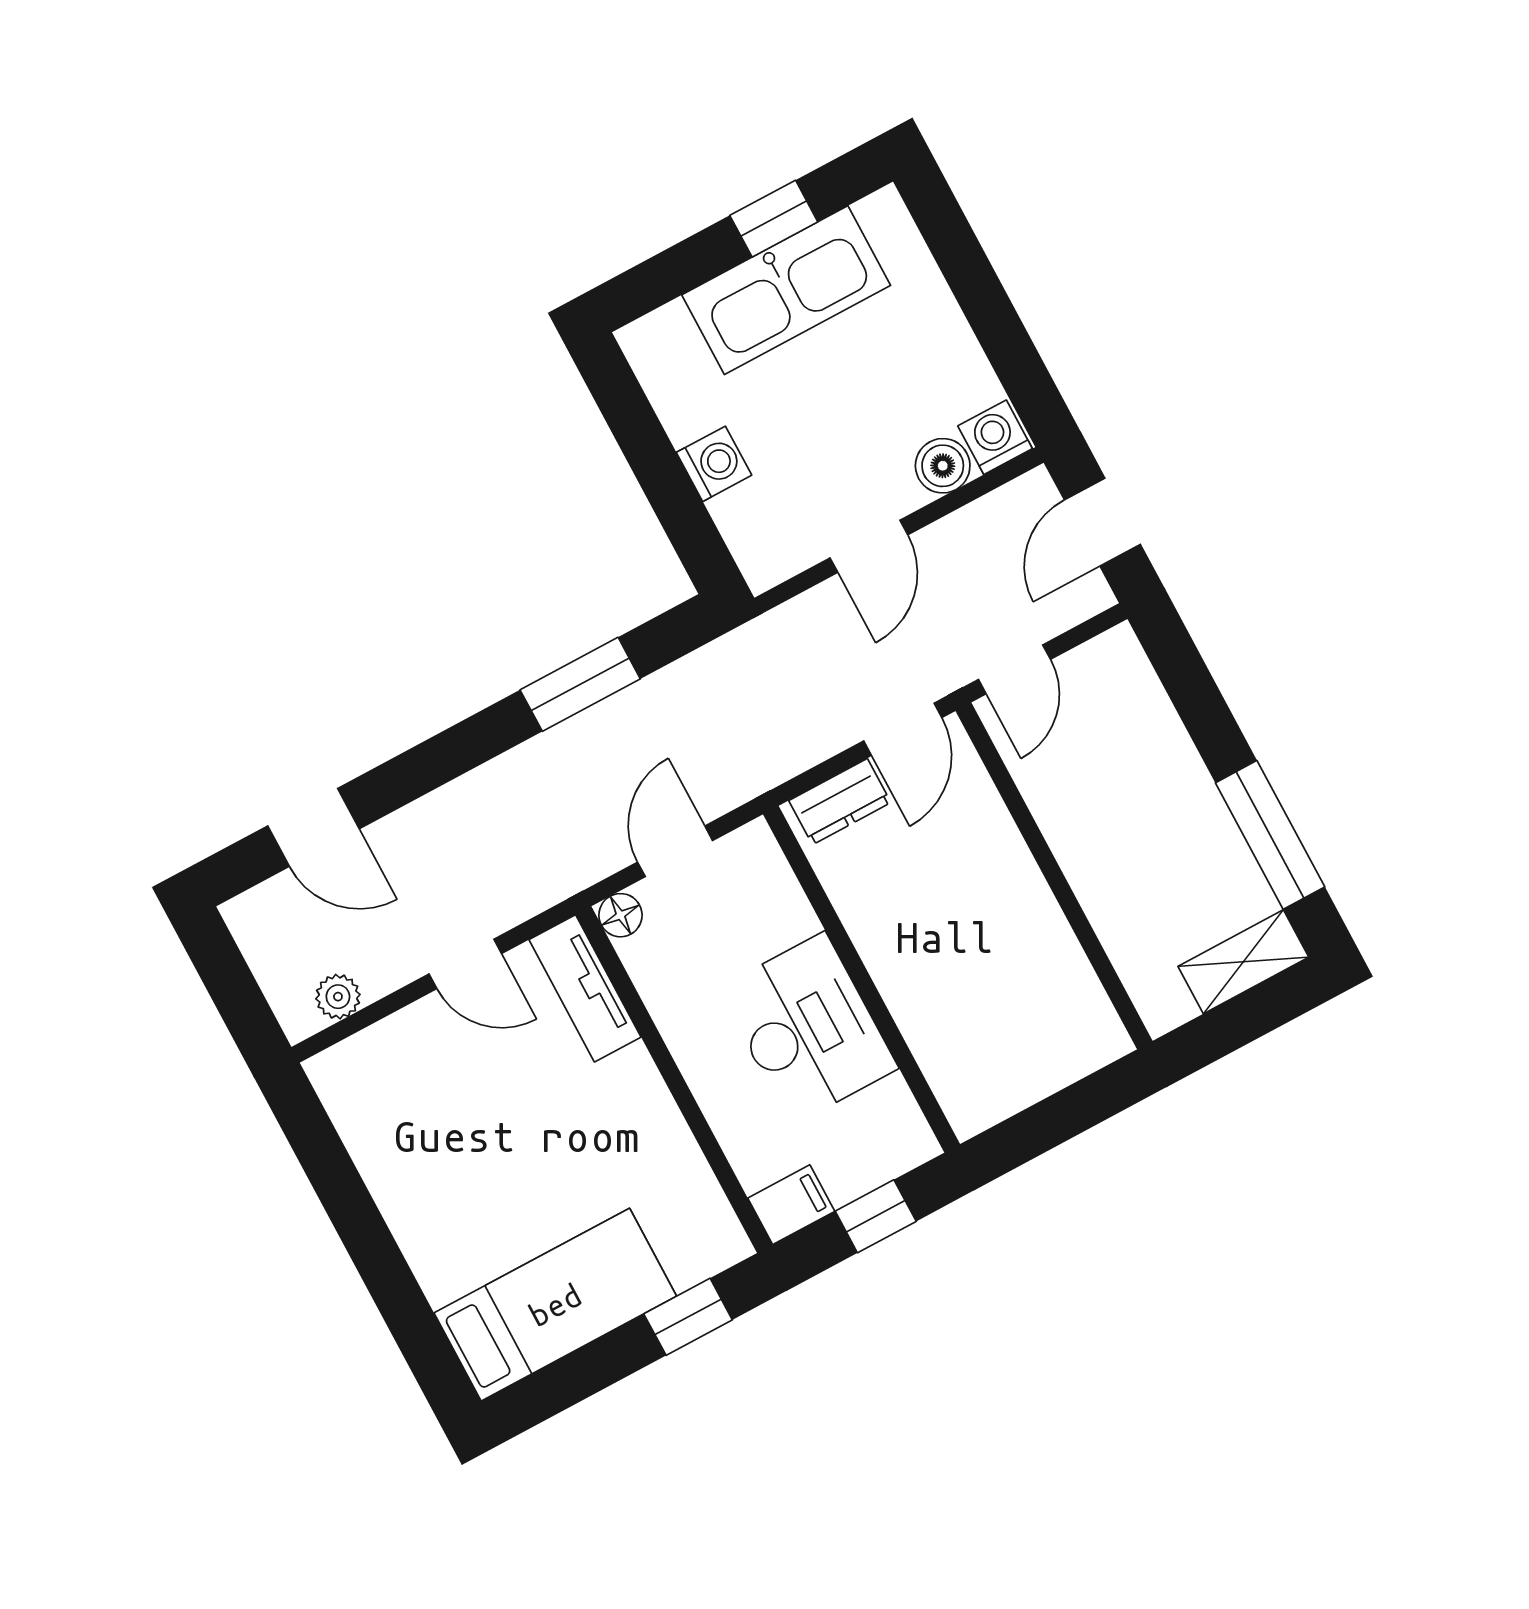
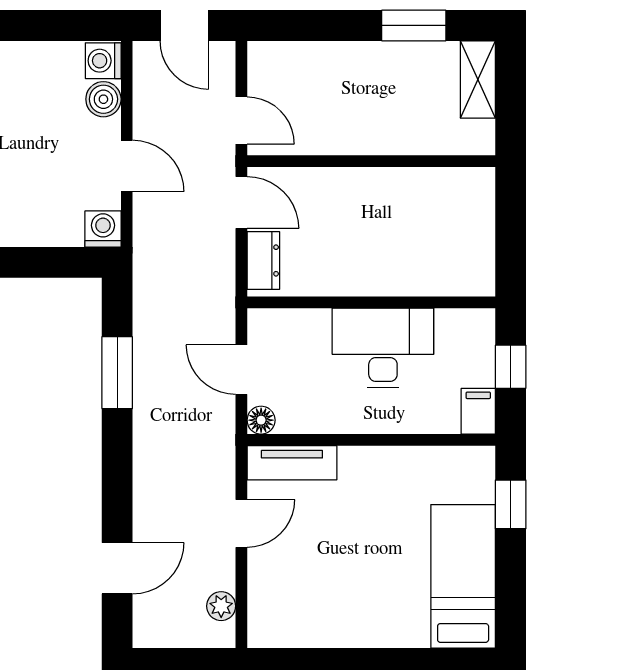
washing machine: (714, 464) -> (103, 229), moved
window: (1270, 835) -> (414, 25), width x0.69

